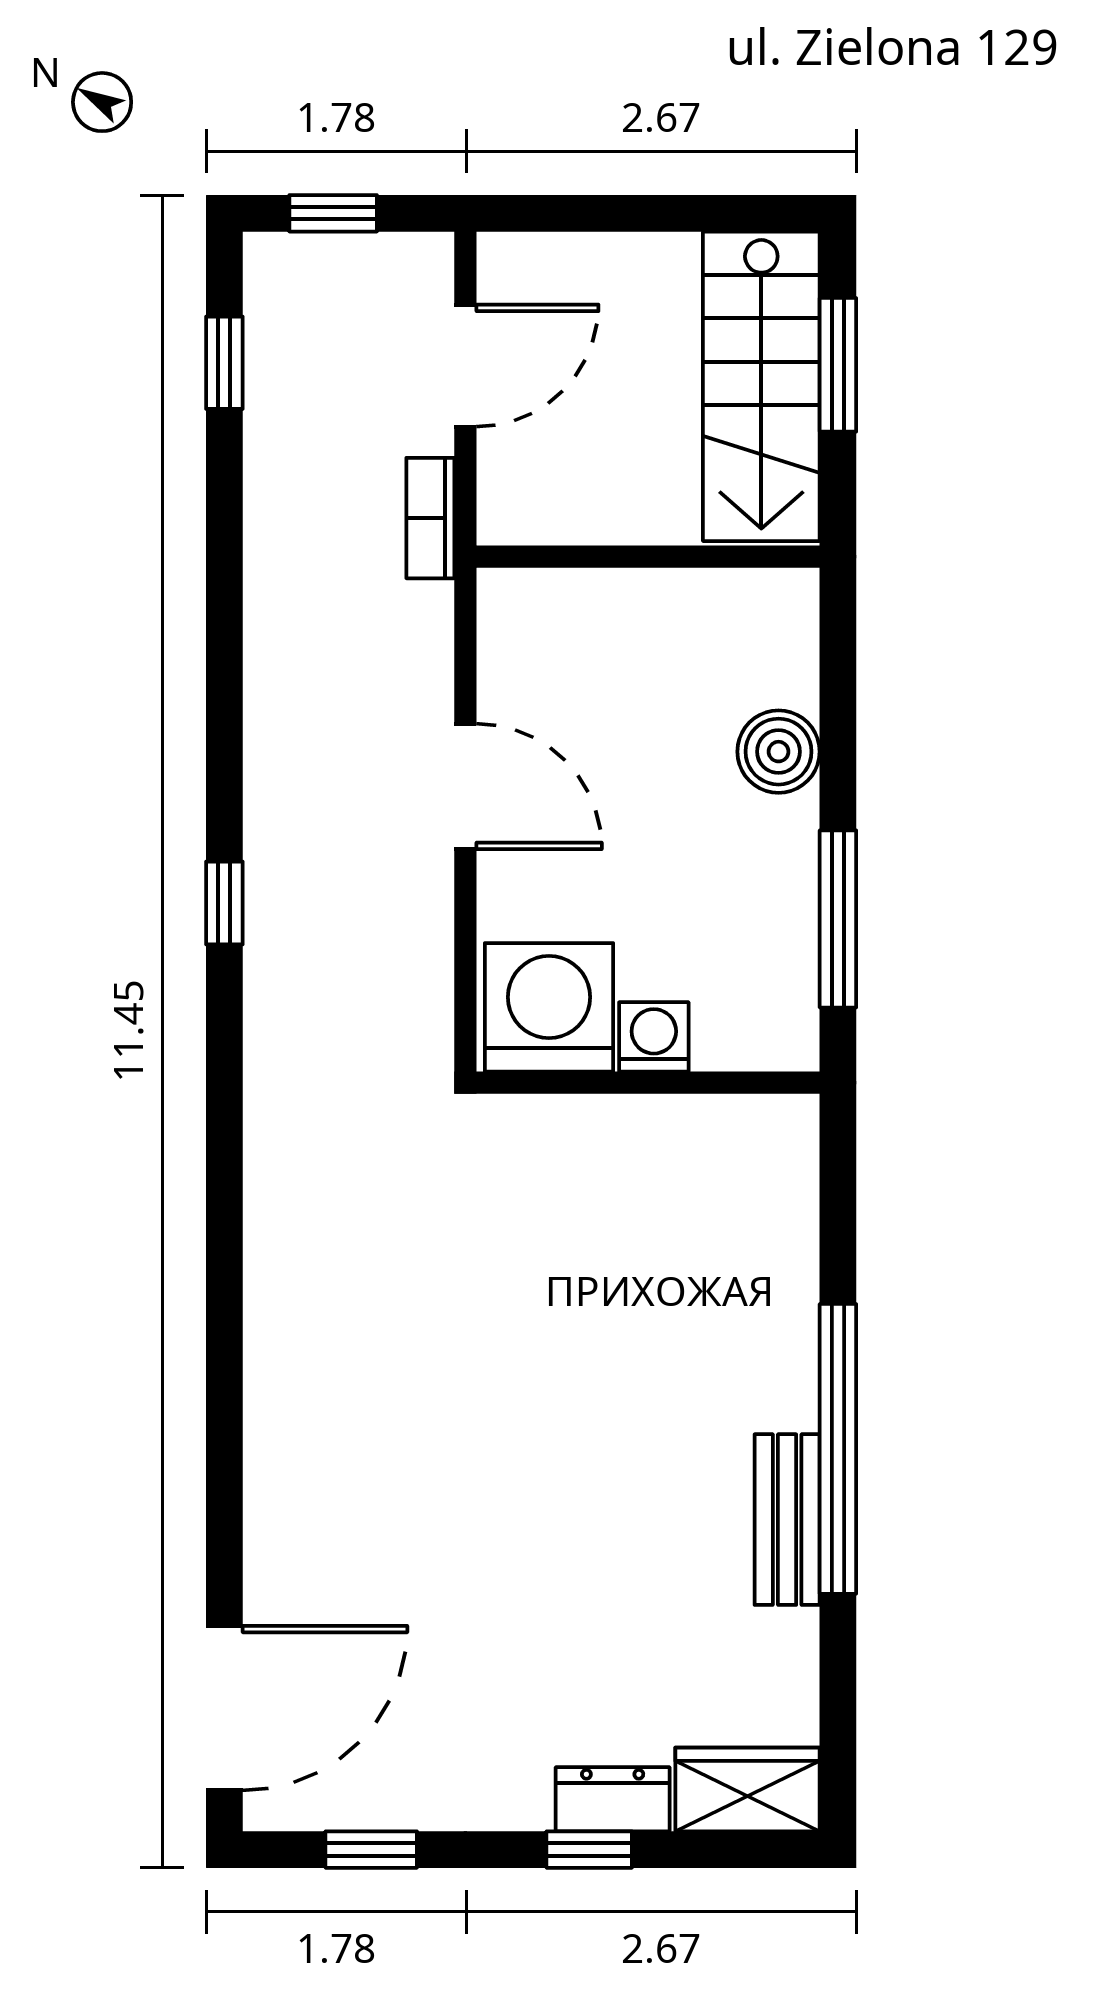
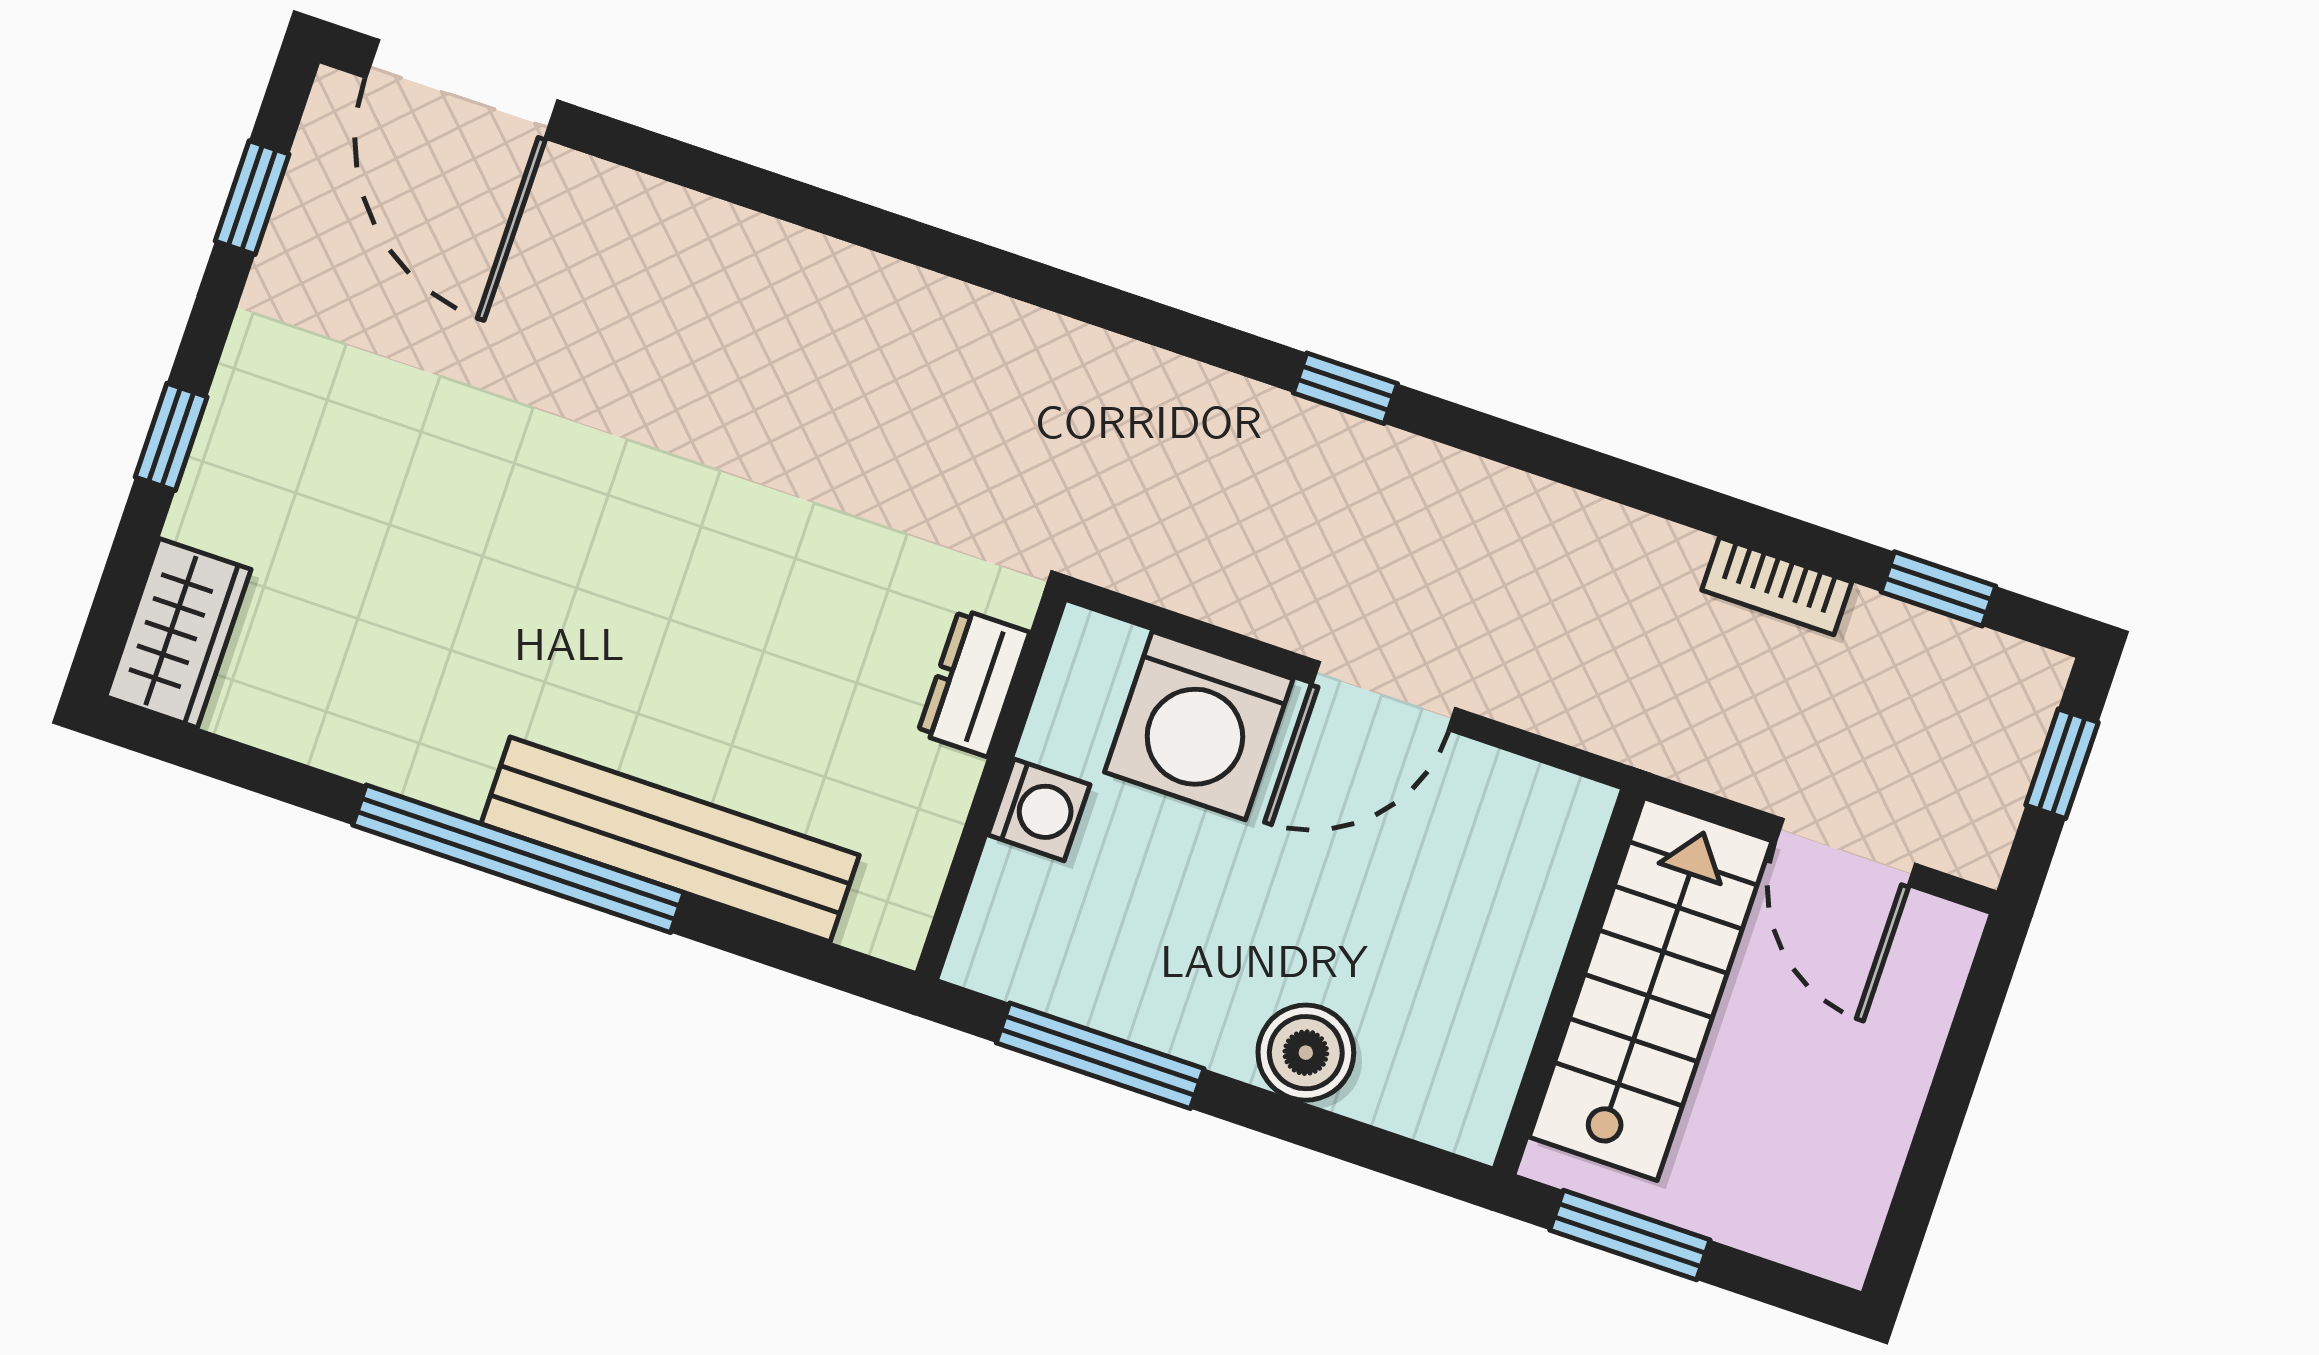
window: (838, 365) -> (1630, 1235), moved
stairs: (761, 386) -> (1651, 989), moved, turned 90
bookcase: (430, 518) -> (1777, 586), moved, turned 180
washing machine: (549, 1007) -> (1199, 725), moved, turned 90
bench: (787, 1520) -> (670, 839), moved, width x1.86, depth x1.21
dresser: (613, 1799) -> (974, 683), moved, turned 180

